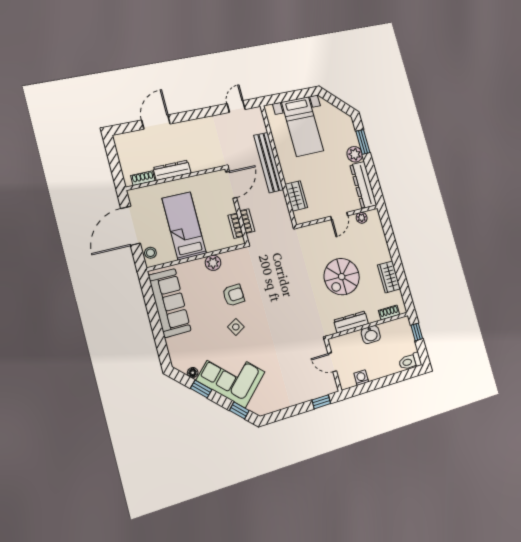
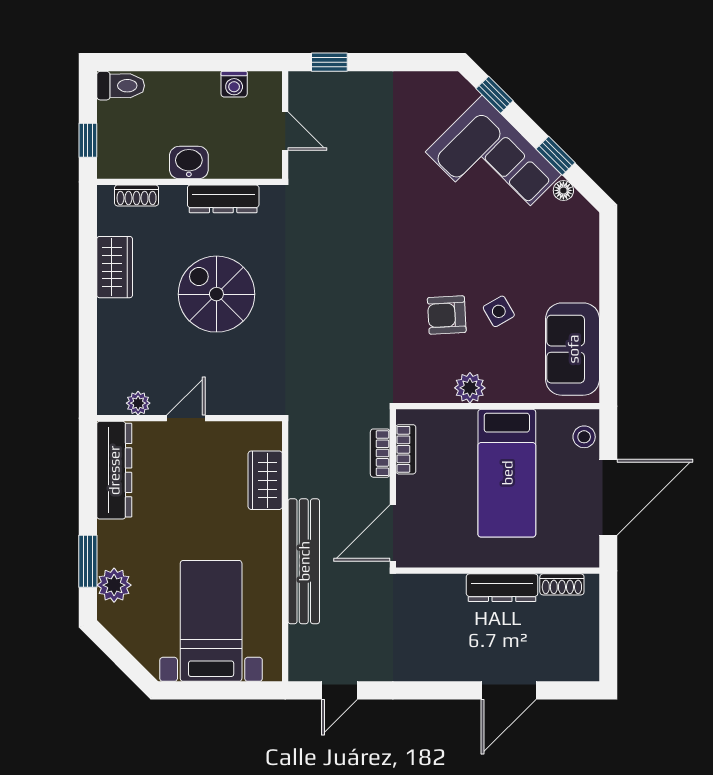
plant: (355, 154) -> (114, 585), moved
spiral stairs: (342, 277) -> (216, 294), turned -90
sofa: (170, 303) -> (573, 349), width x0.73
side table: (236, 327) -> (499, 311), moved

